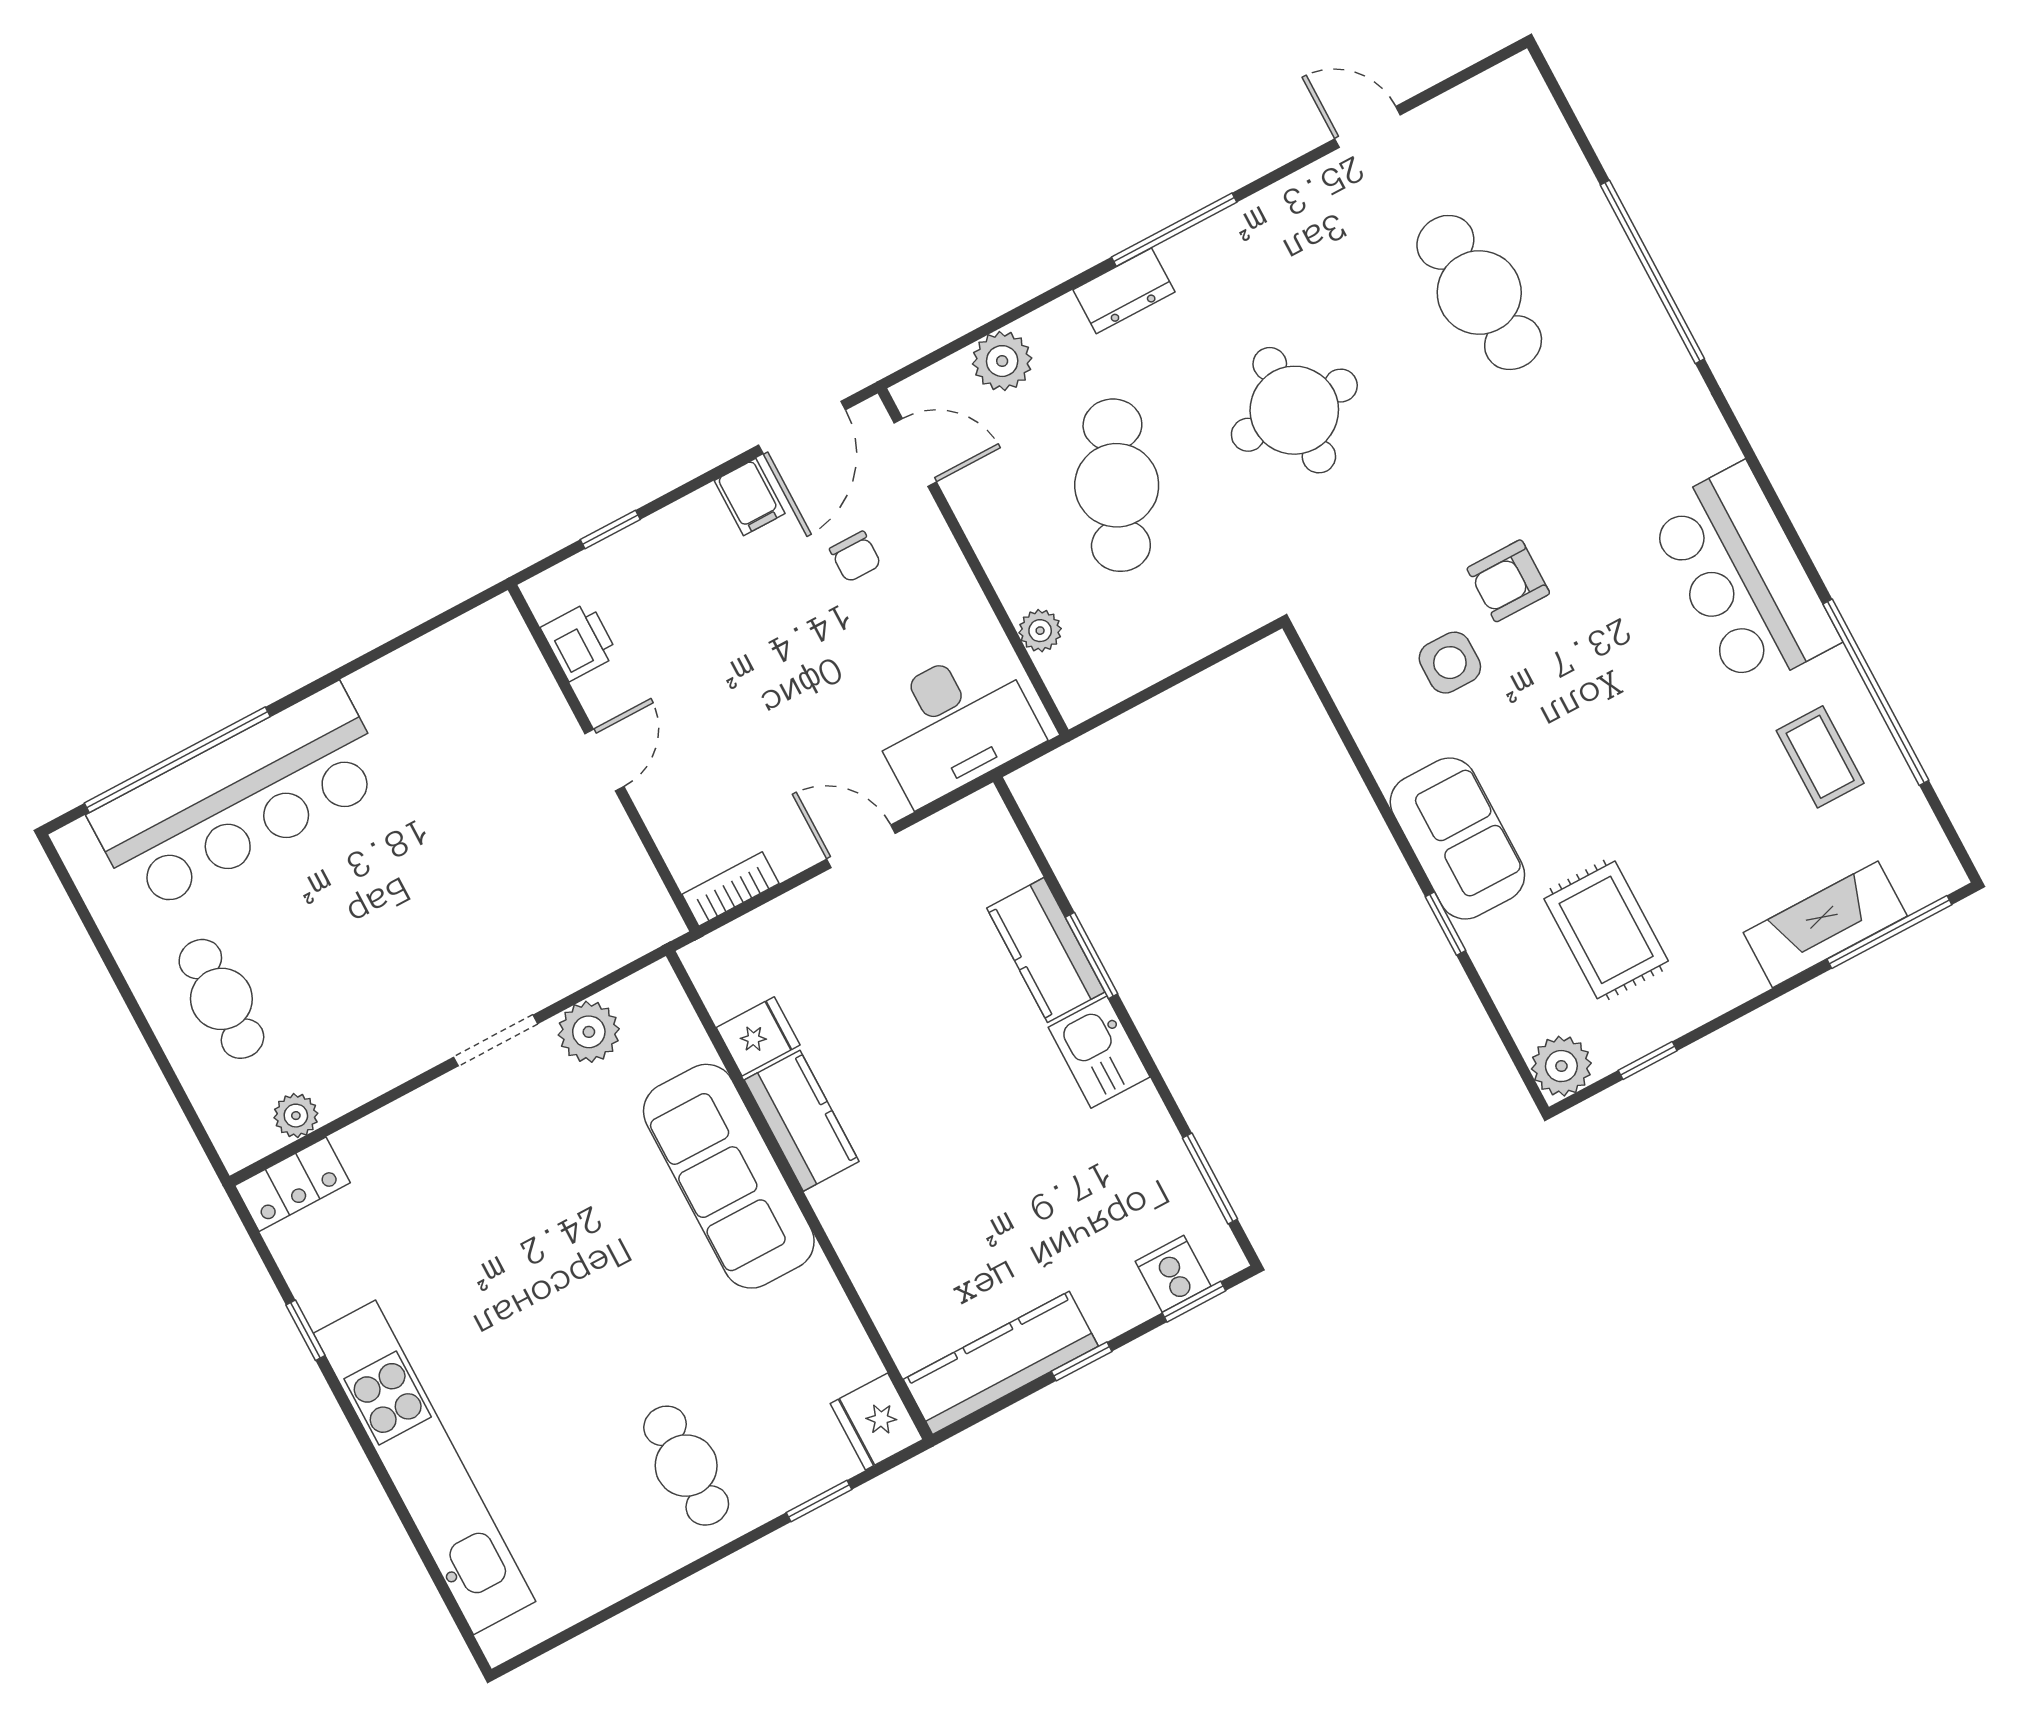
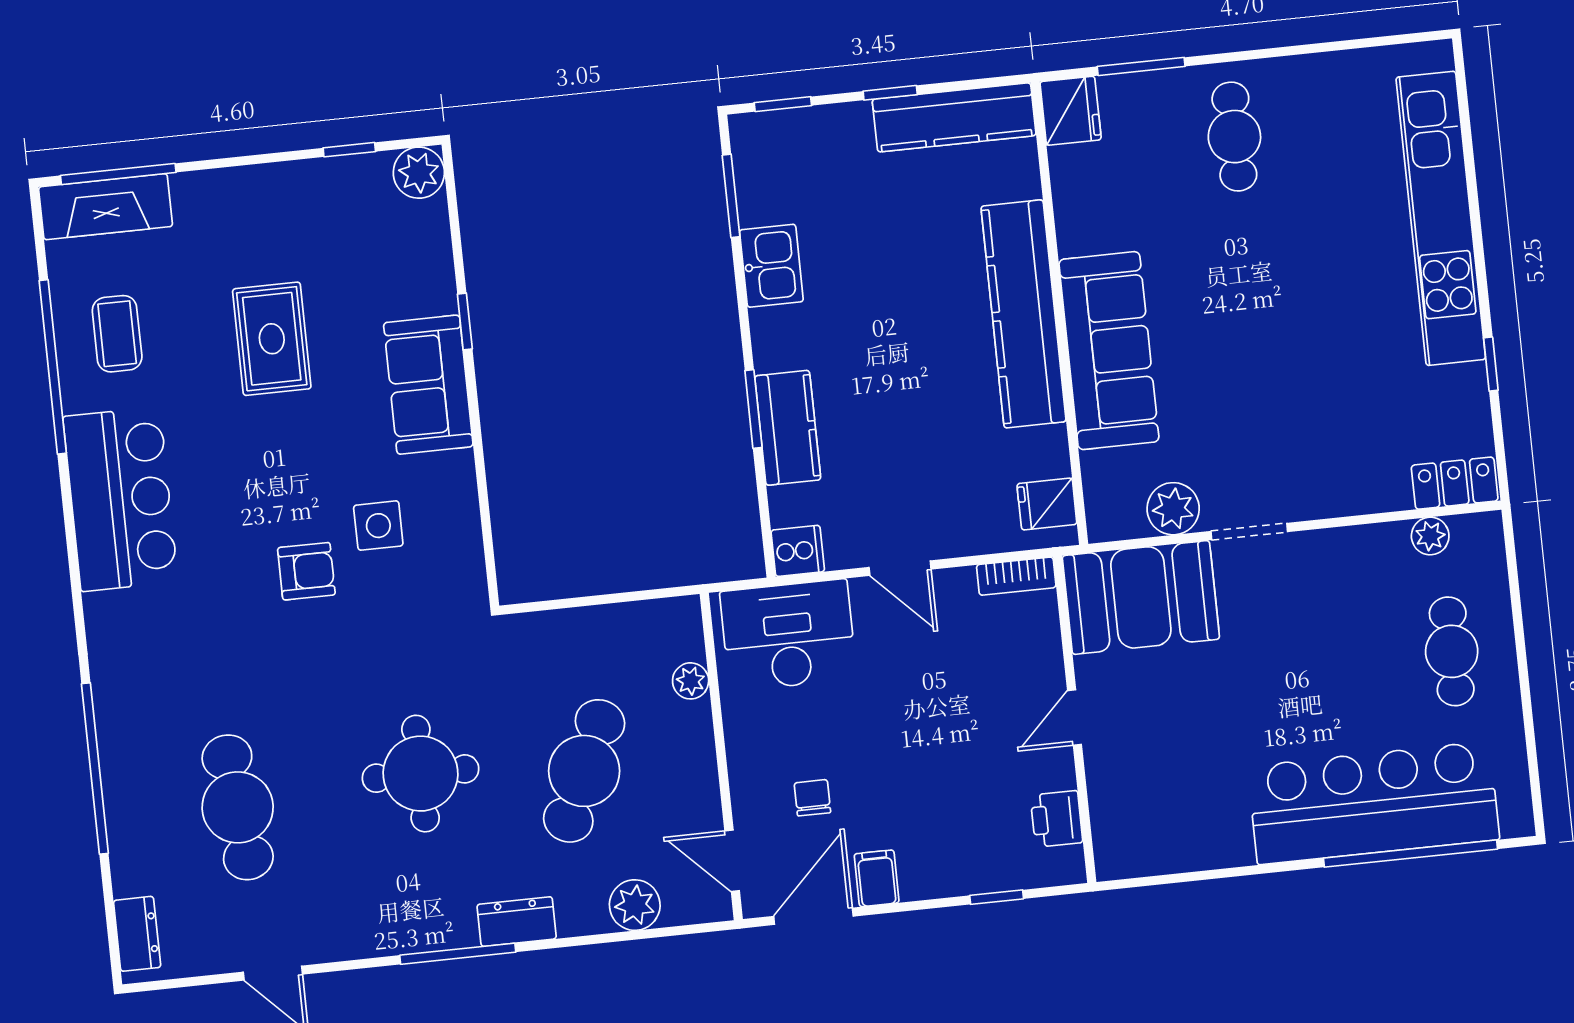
dresser: (1533, 110) -> (137, 934), added
booth: (585, 921) -> (1141, 597), added
fireplace: (1825, 924) -> (106, 207), moved
rug: (1606, 930) -> (272, 339), moved
fridge: (758, 1036) -> (1047, 504), moved
kitchen sink: (1099, 1052) -> (771, 266), moved
kitchen counter: (802, 1121) -> (1024, 314), width x2.08, depth x1.17
cooker: (1173, 1274) -> (798, 551), moved, turned -90
window: (819, 1501) -> (1141, 66), width x1.50

